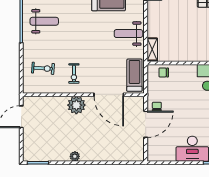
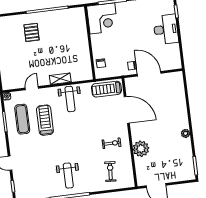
weight bench: (44, 21) -> (68, 176), turned 180
shelving: (152, 49) -> (60, 79), moved
door: (109, 95) -> (127, 110), hinge flipped
plant: (76, 105) -> (141, 149), moved

